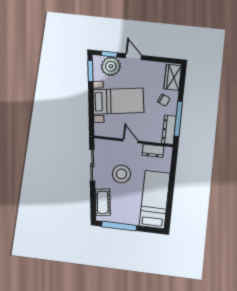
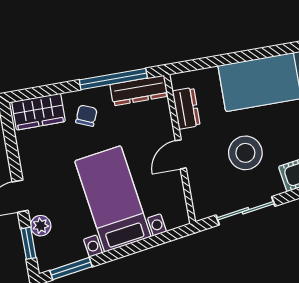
plant: (111, 66) -> (41, 226), width x0.53, depth x0.53

